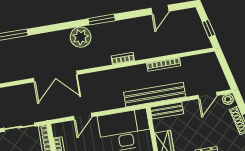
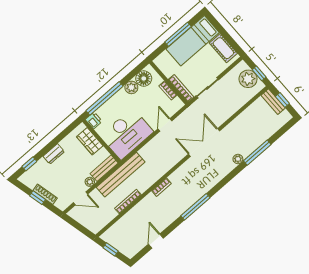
window: (102, 20) -> (195, 207), width x1.44
plant: (81, 37) -> (238, 159), moved, width x0.53, depth x0.53
door: (207, 95) -> (81, 198), swing flipped
plant: (228, 99) -> (90, 182), moved

